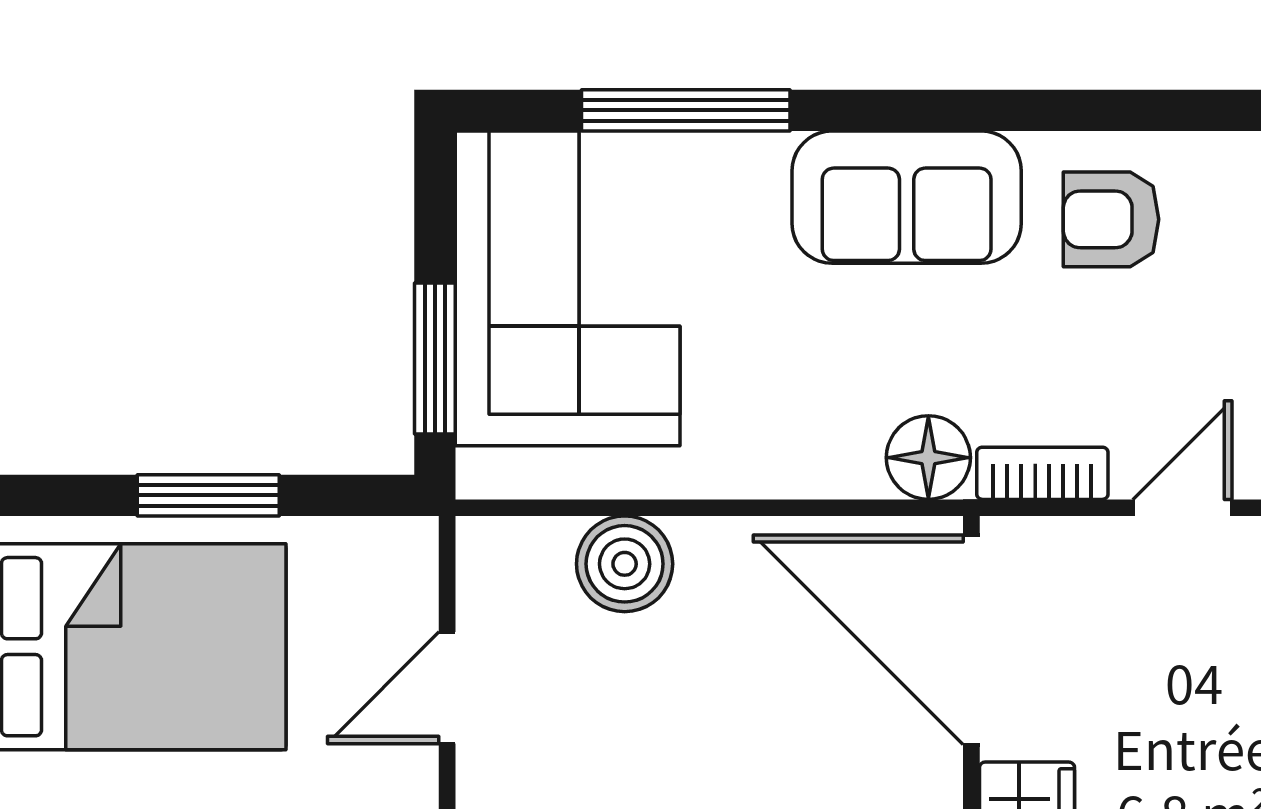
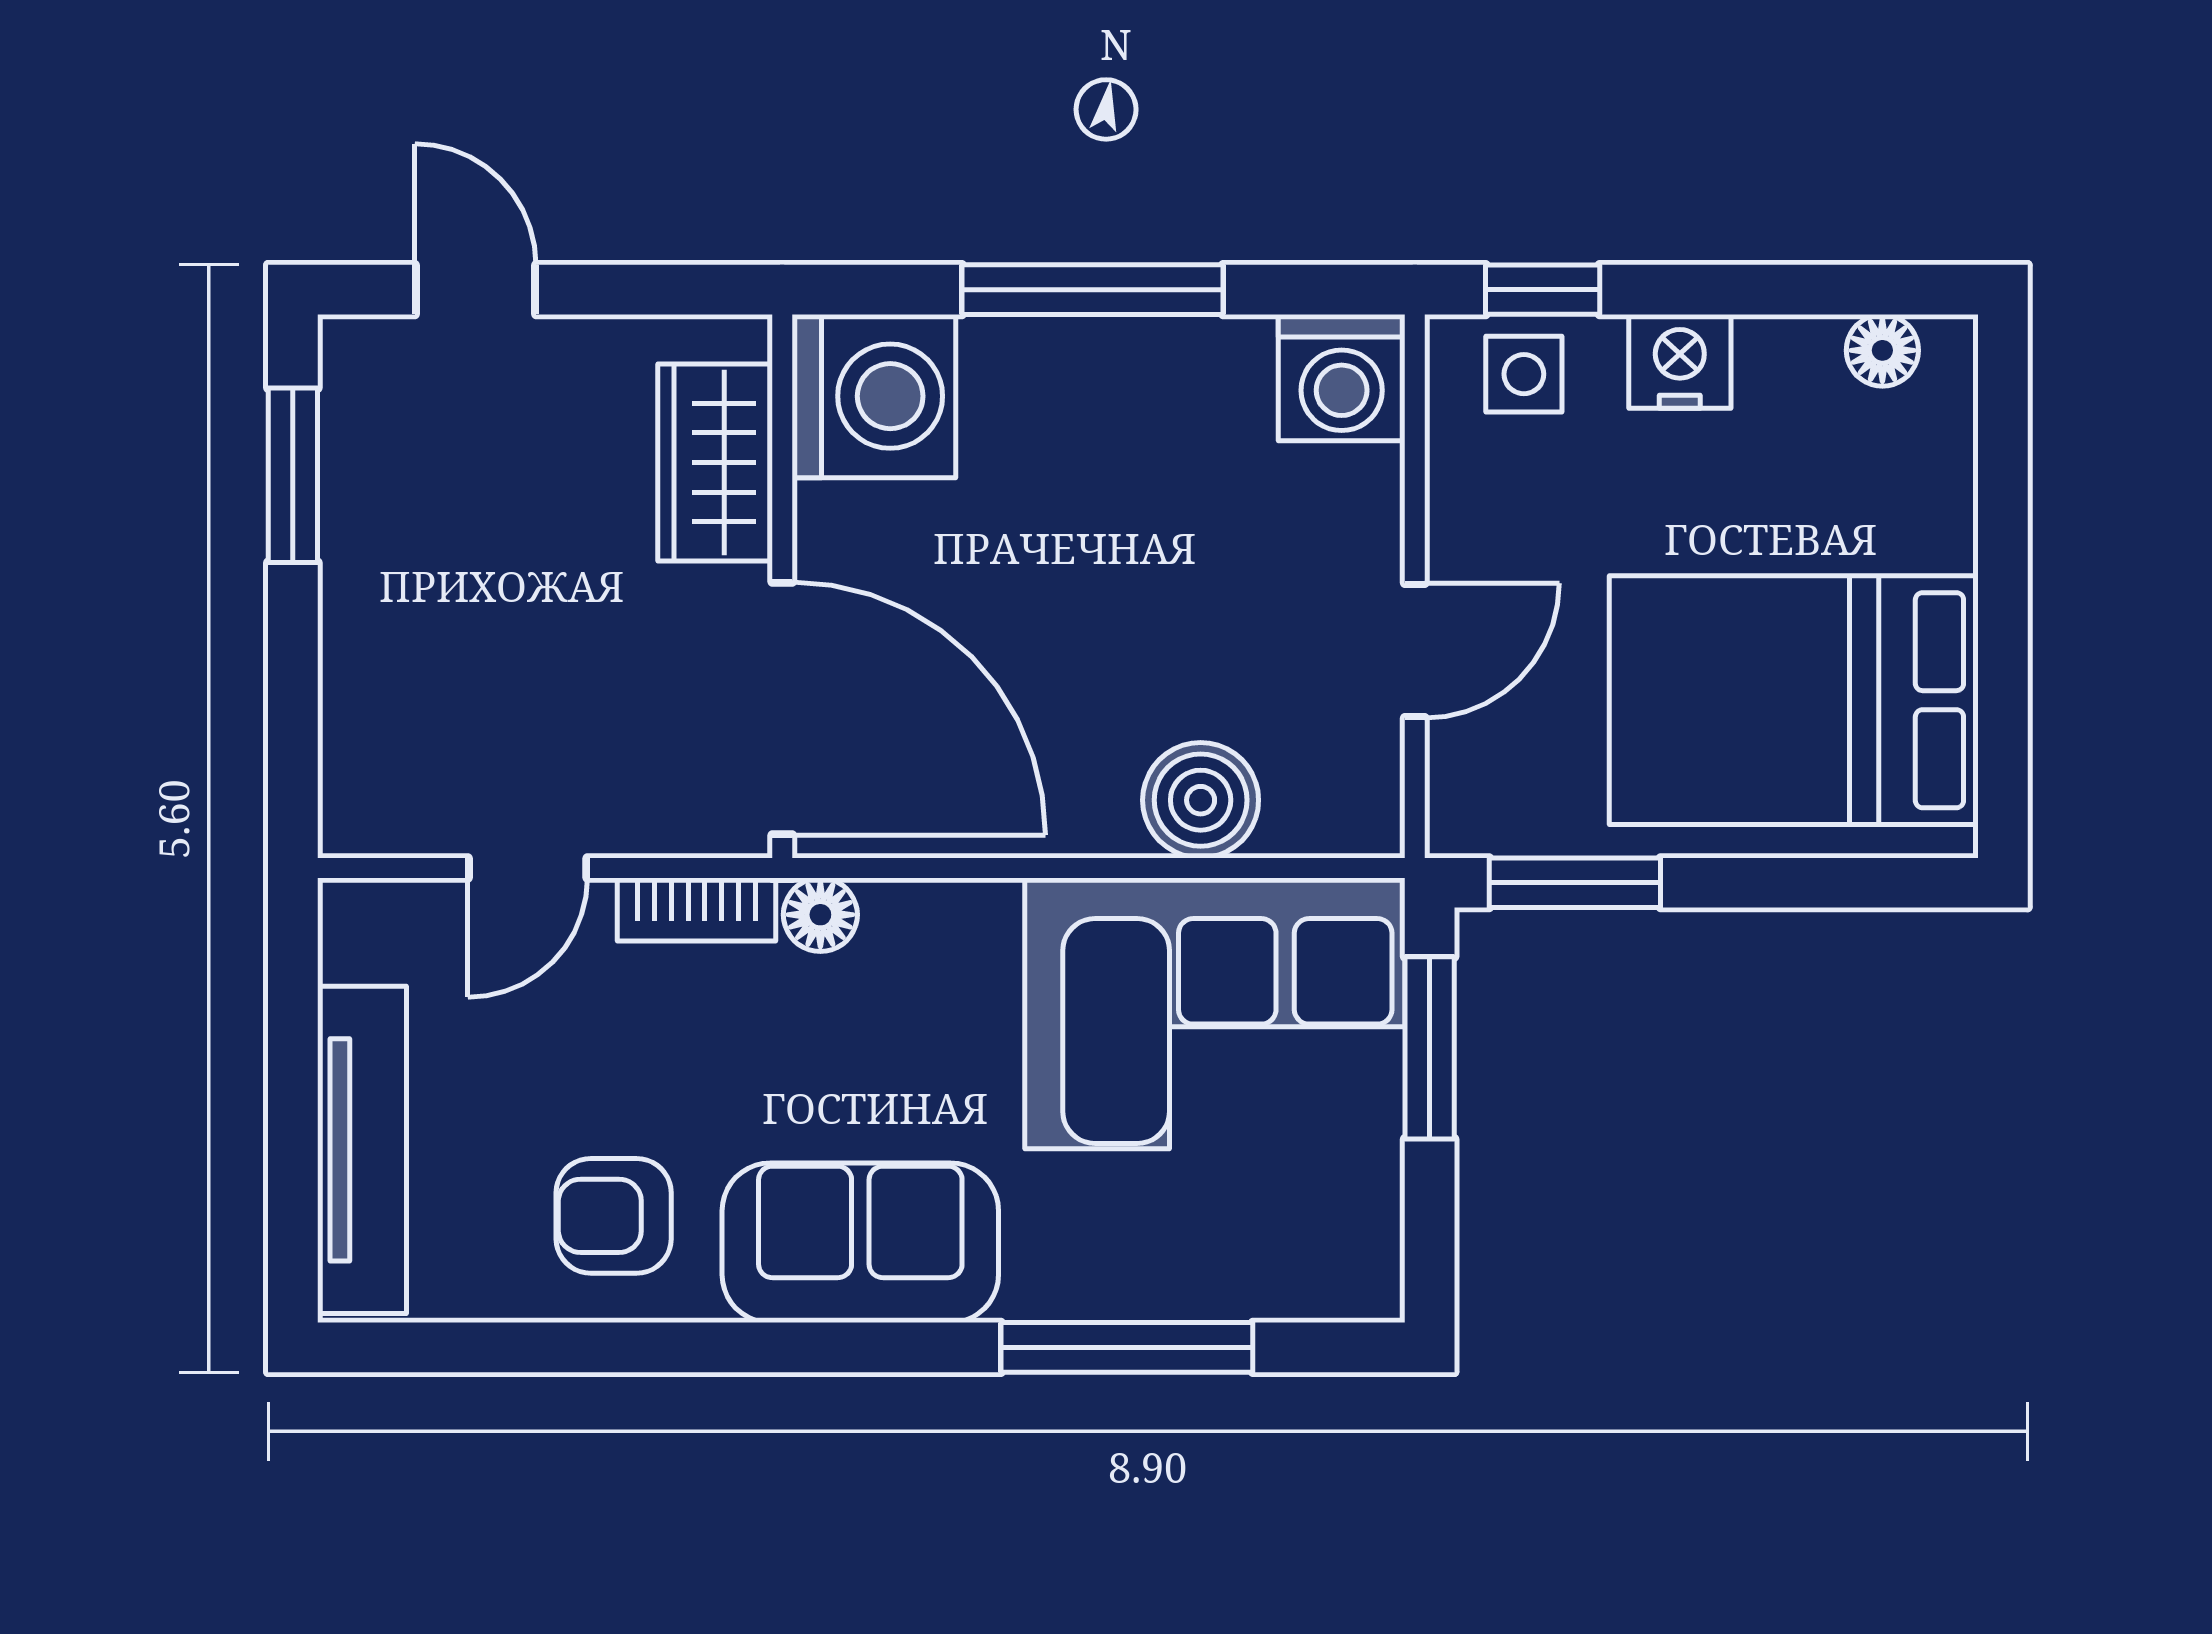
armchair: (1111, 219) -> (614, 1216), turned 180
corner sofa: (568, 288) -> (1215, 1013), moved, turned -90
floor lamp: (928, 458) -> (820, 915), width x0.73, depth x0.73
window: (208, 495) -> (1575, 883), moved

